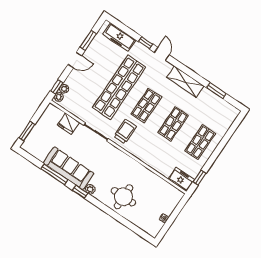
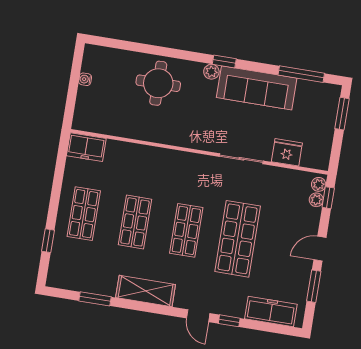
shop shelf: (119, 87) -> (238, 239), width x0.71
trolley: (125, 131) -> (200, 179), removed
window: (54, 174) -> (301, 74), moved
window: (200, 178) -> (48, 241), moved

